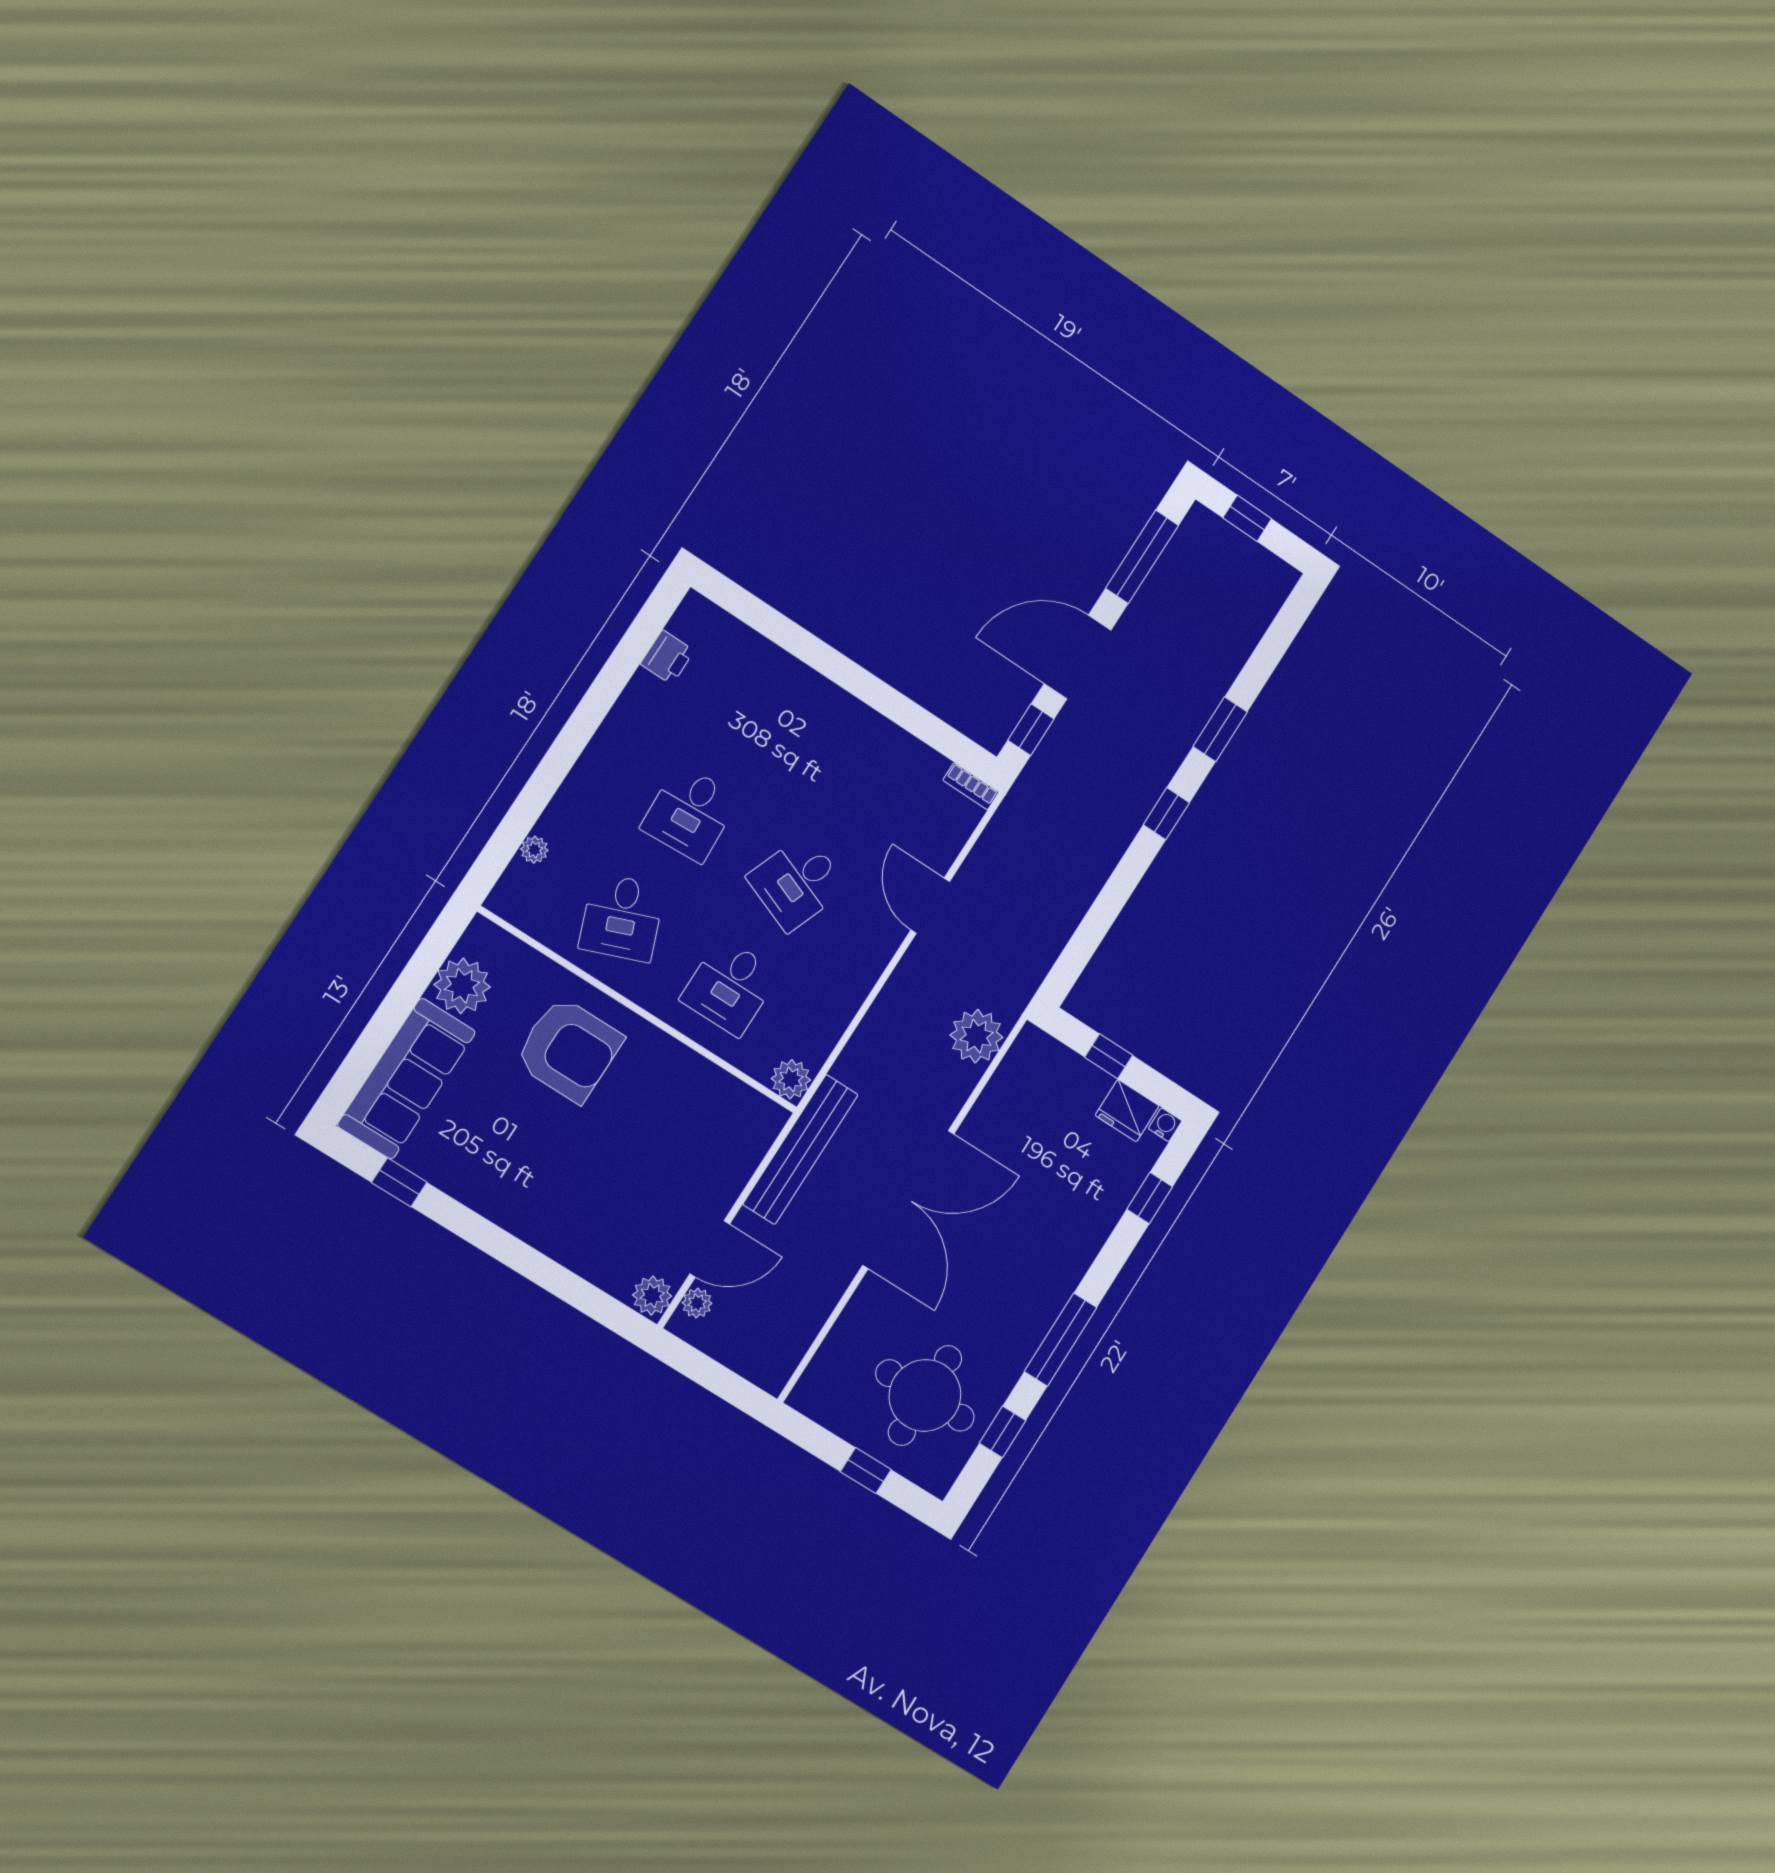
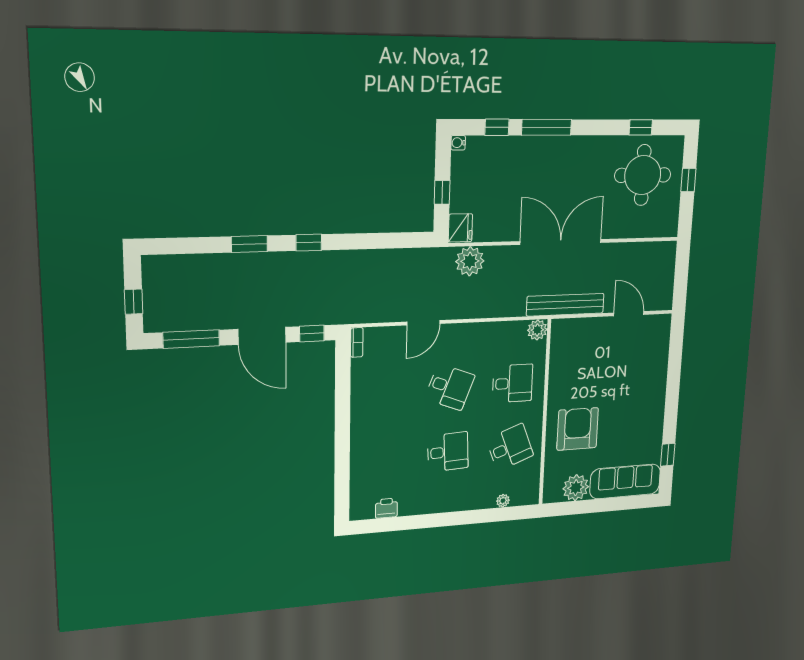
fridge: (1127, 1111) -> (460, 228), moved
plant: (652, 1296) -> (661, 324), removed
plant: (697, 1303) -> (654, 303), removed
window: (1061, 1340) -> (547, 127), moved

